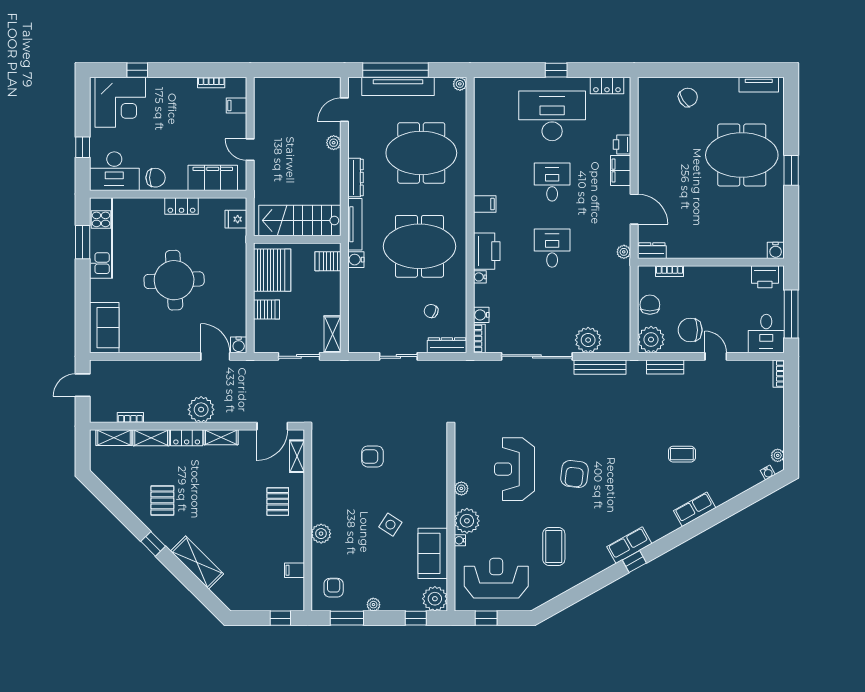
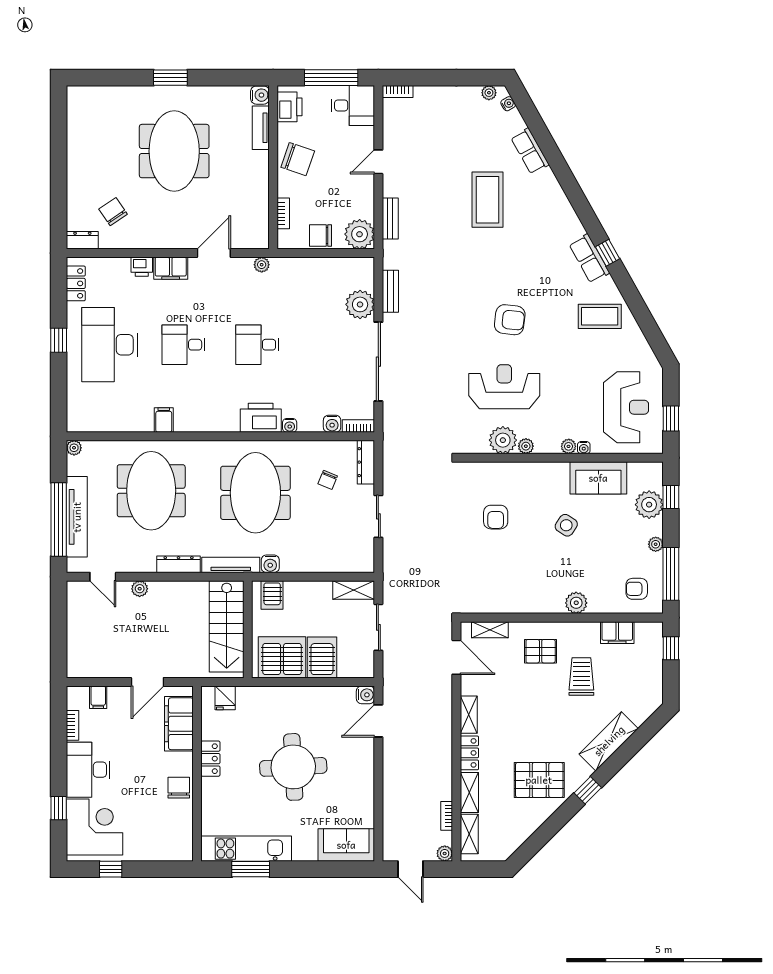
tv unit: (759, 85) -> (261, 128), moved, turned 180
chair: (688, 97) -> (113, 212), moved
window: (83, 147) -> (111, 869), moved
door: (250, 150) -> (147, 682), width x1.37
meeting table: (742, 155) -> (174, 151), moved
desk: (114, 171) -> (88, 770), moved, turned 180
filing cabinet: (485, 204) -> (164, 420), moved
dresser: (652, 251) -> (82, 240), moved, turned 90
server rack: (266, 309) -> (322, 657), width x1.36, depth x1.44
chair: (690, 330) -> (298, 159), moved, turned -71
bench: (600, 367) -> (390, 291), width x0.73
plant: (201, 410) -> (445, 853), moved, width x0.53, depth x0.53
coffee table: (682, 454) -> (488, 200), width x1.86, depth x1.72
armchair: (372, 456) -> (496, 517), moved
plant: (467, 468) -> (503, 440), added
reception desk: (514, 469) -> (504, 387), turned 180
pallet: (162, 500) -> (539, 780), width x1.50, depth x1.42
row of seats: (695, 509) -> (530, 151), moved
plant: (467, 521) -> (569, 446), width x0.53, depth x0.53
trolley: (255, 538) -> (581, 677), added
coffee table: (554, 547) -> (600, 316), moved
filing cabinet: (294, 570) -> (617, 633), width x2.00
reception desk: (496, 578) -> (626, 407), turned 180
plant: (435, 599) -> (649, 505), moved
window: (347, 618) -> (671, 574), width x1.44

